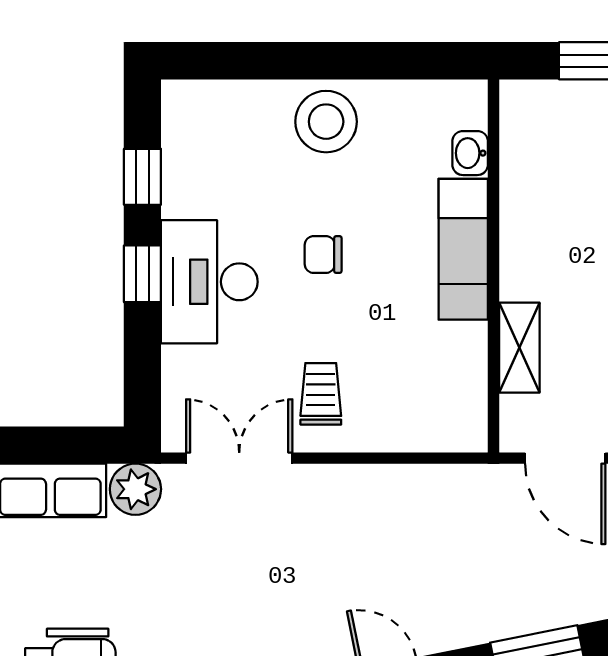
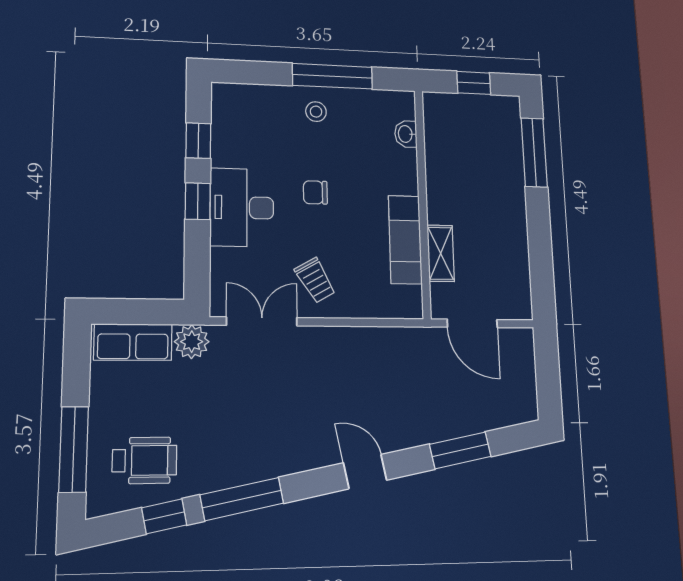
window: (353, 61) -> (332, 76), added
stool: (326, 122) -> (316, 112), width x0.53, depth x0.53
exam couch: (463, 249) -> (405, 240), moved
trolley: (321, 394) -> (315, 280), turned 150

